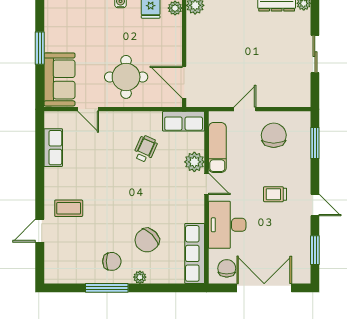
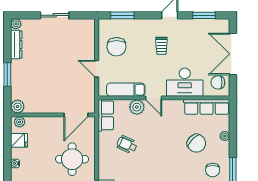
chair: (274, 135) -> (116, 47), turned -90
door: (206, 184) -> (154, 98), swing flipped
chair: (112, 261) -> (213, 170), turned 180
plant: (140, 277) -> (225, 136), moved

